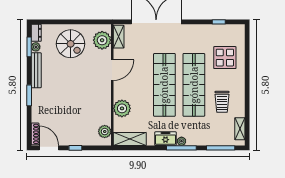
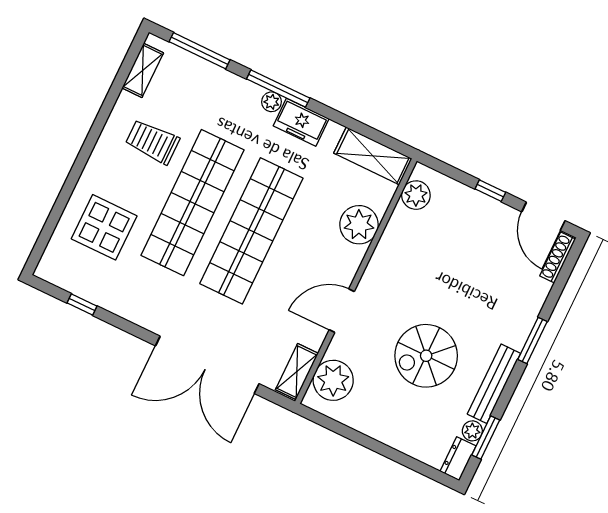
spiral stairs: (71, 44) -> (426, 356), moved, turned -90
trolley: (222, 102) -> (152, 142), turned -90

